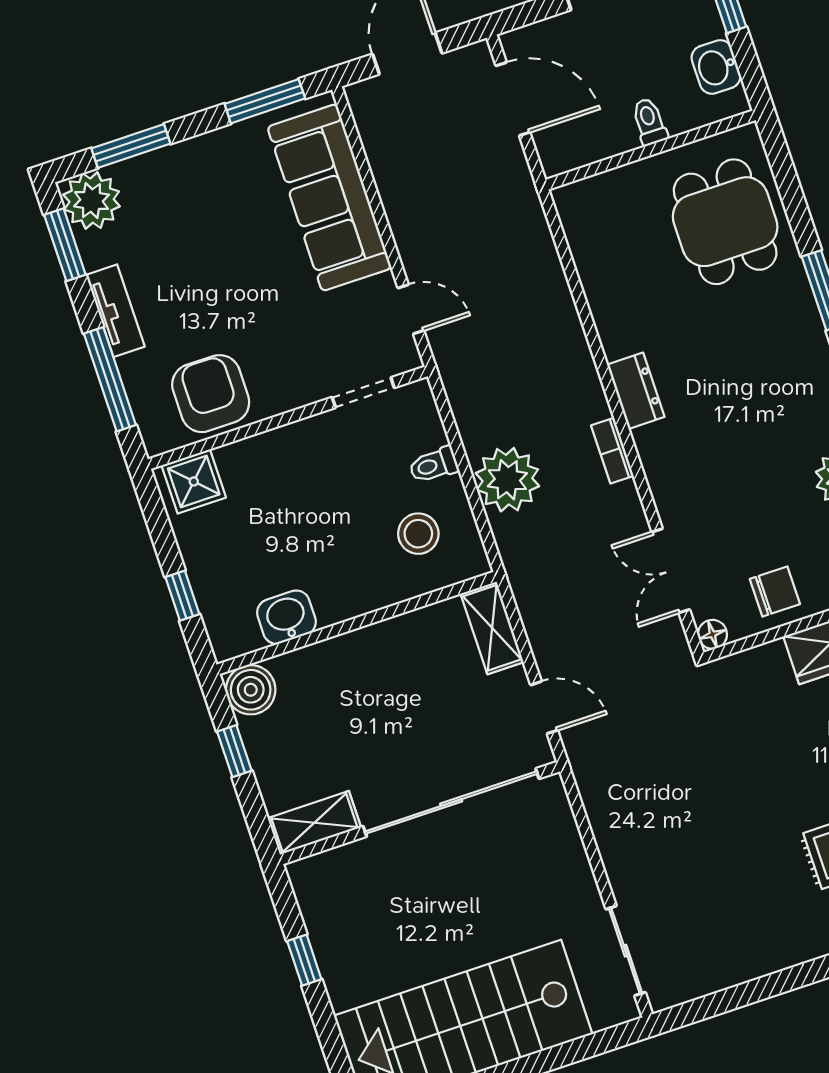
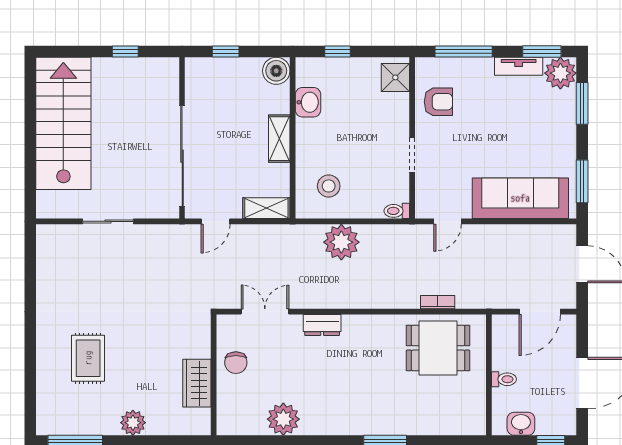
dining table: (725, 222) -> (438, 348), moved
tv unit: (115, 311) -> (519, 66), moved
dresser: (636, 391) -> (322, 325), moved
doorway: (363, 393) -> (412, 155), moved
armchair: (211, 394) -> (438, 102), width x0.72, depth x0.72
bookcase: (612, 451) -> (438, 302), moved
toilet: (434, 465) -> (397, 211), moved, turned -90
floor lamp: (712, 634) -> (224, 322), removed
window: (234, 751) -> (226, 52), moved
shelving: (314, 823) -> (279, 139), moved
sliding door: (626, 951) -> (108, 221), moved

